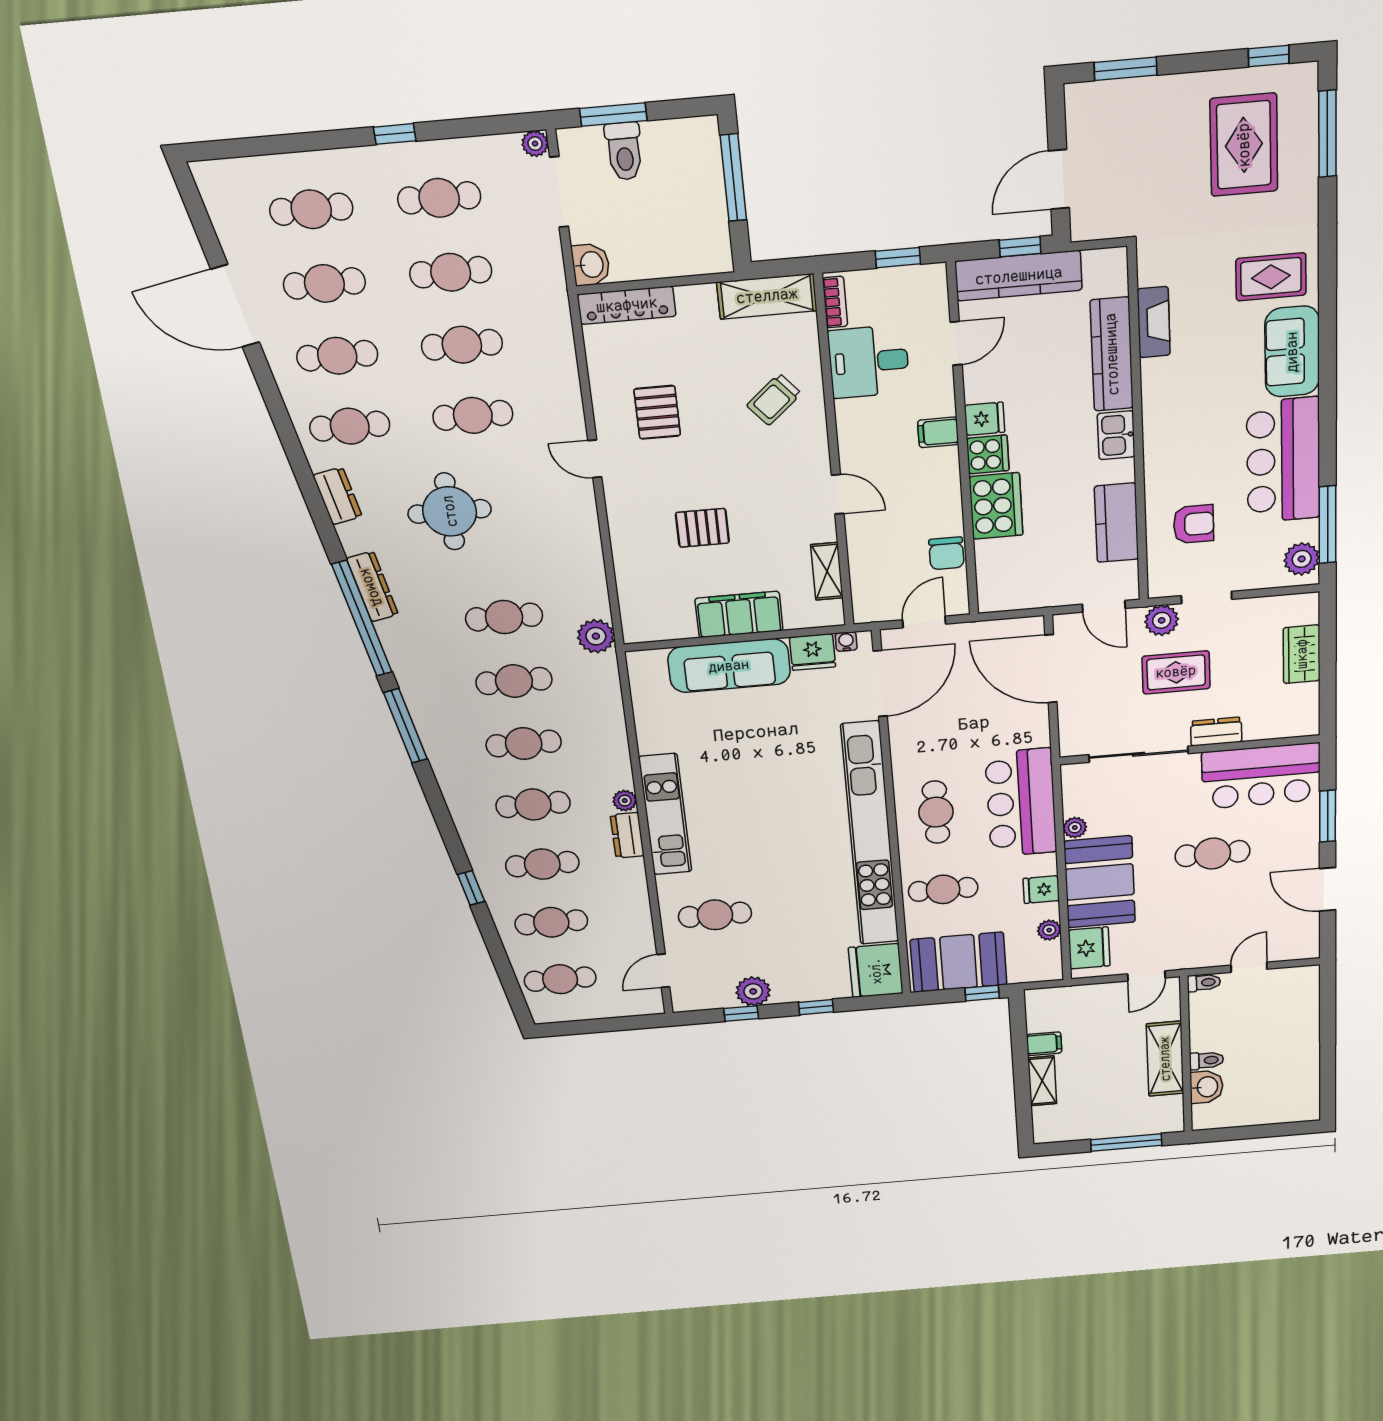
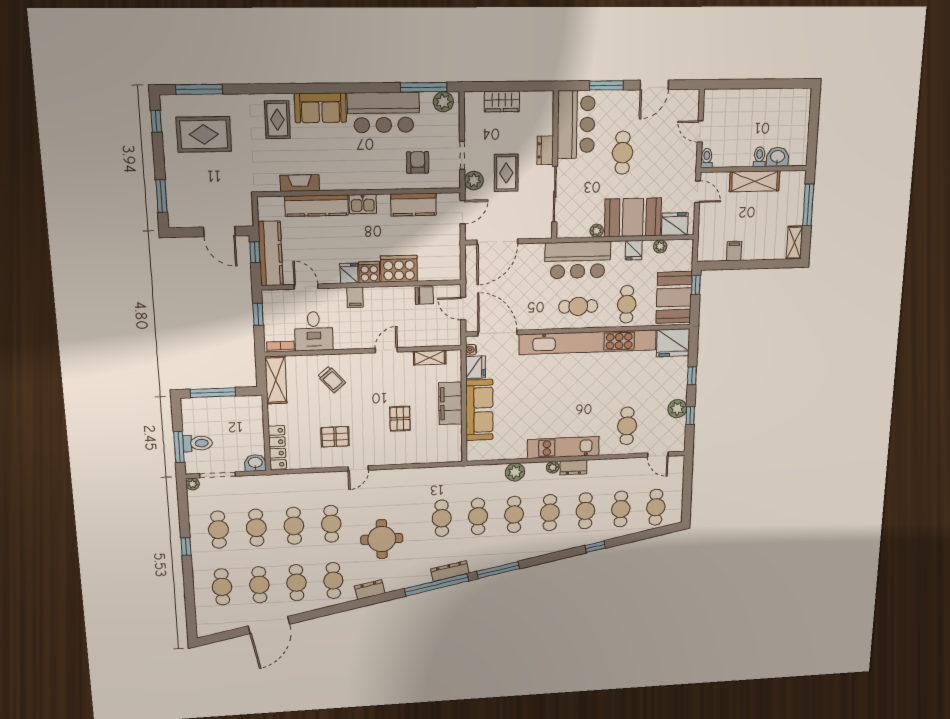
dresser: (372, 587) -> (450, 571), moved
plant: (596, 636) -> (515, 472), moved
shelving: (1042, 1081) -> (794, 243), moved, turned 90

